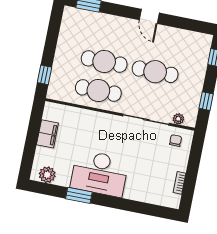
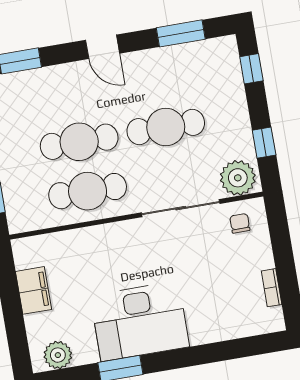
door: (149, 16) -> (103, 47), moved
window: (183, 23) -> (181, 33), added
plant: (178, 119) -> (238, 178), width x1.88, depth x1.88

